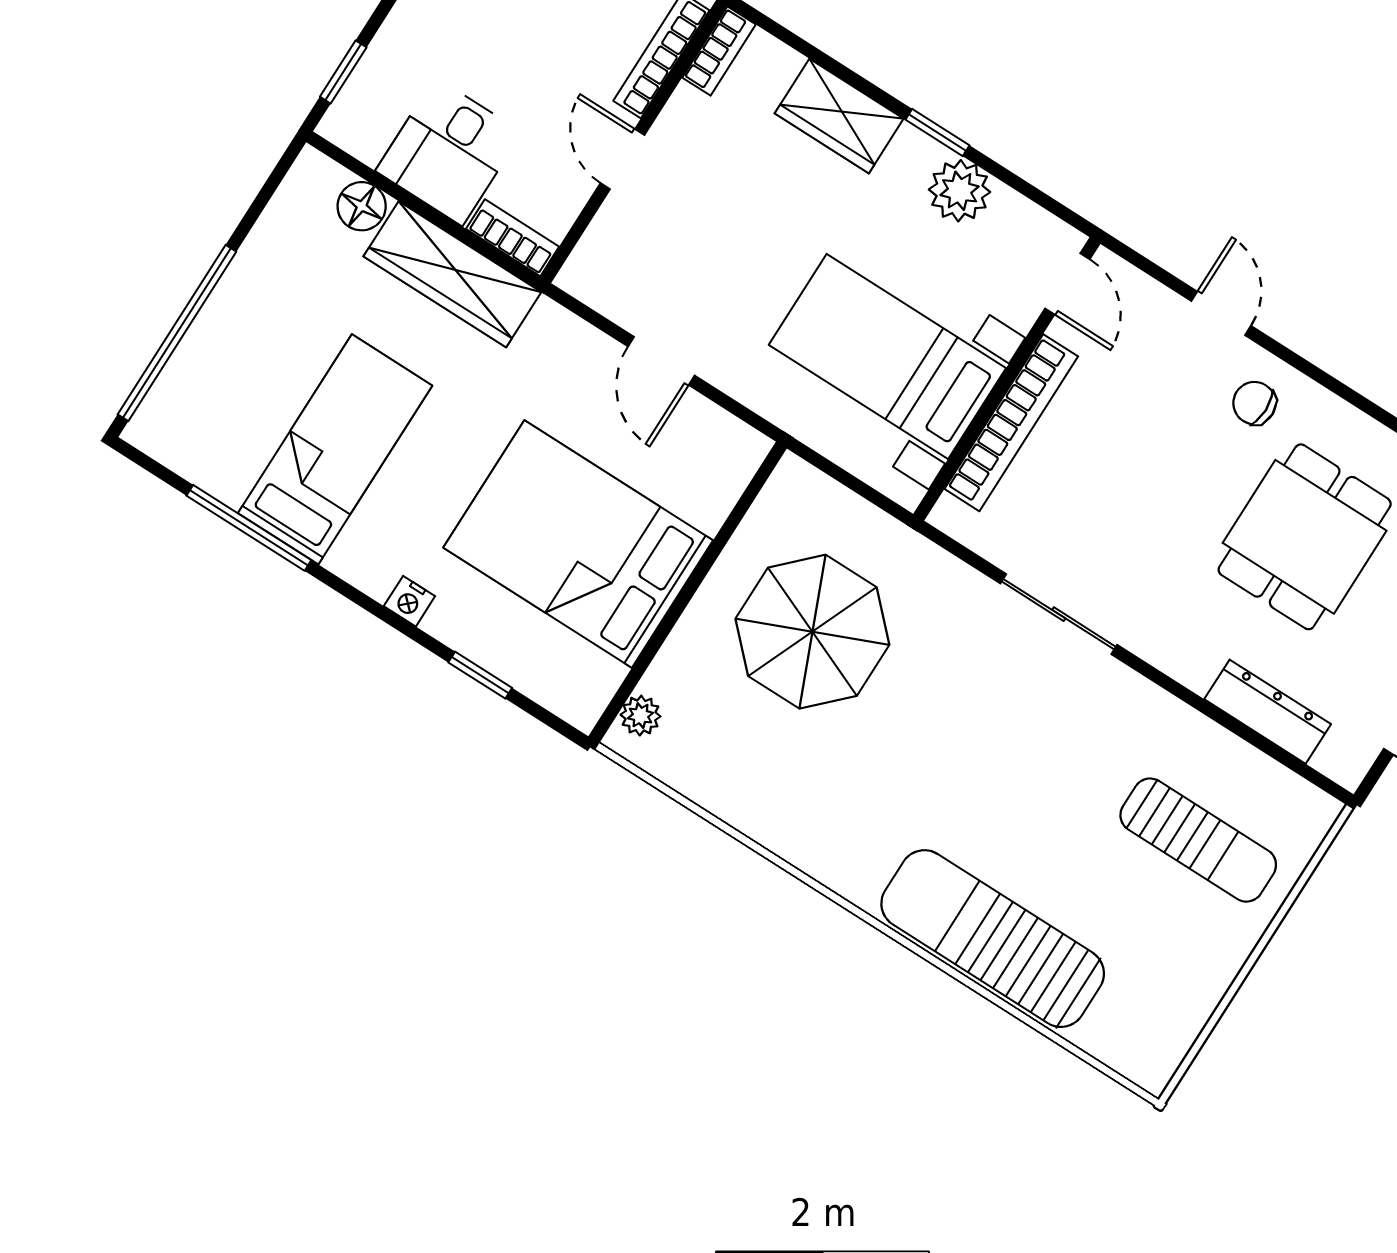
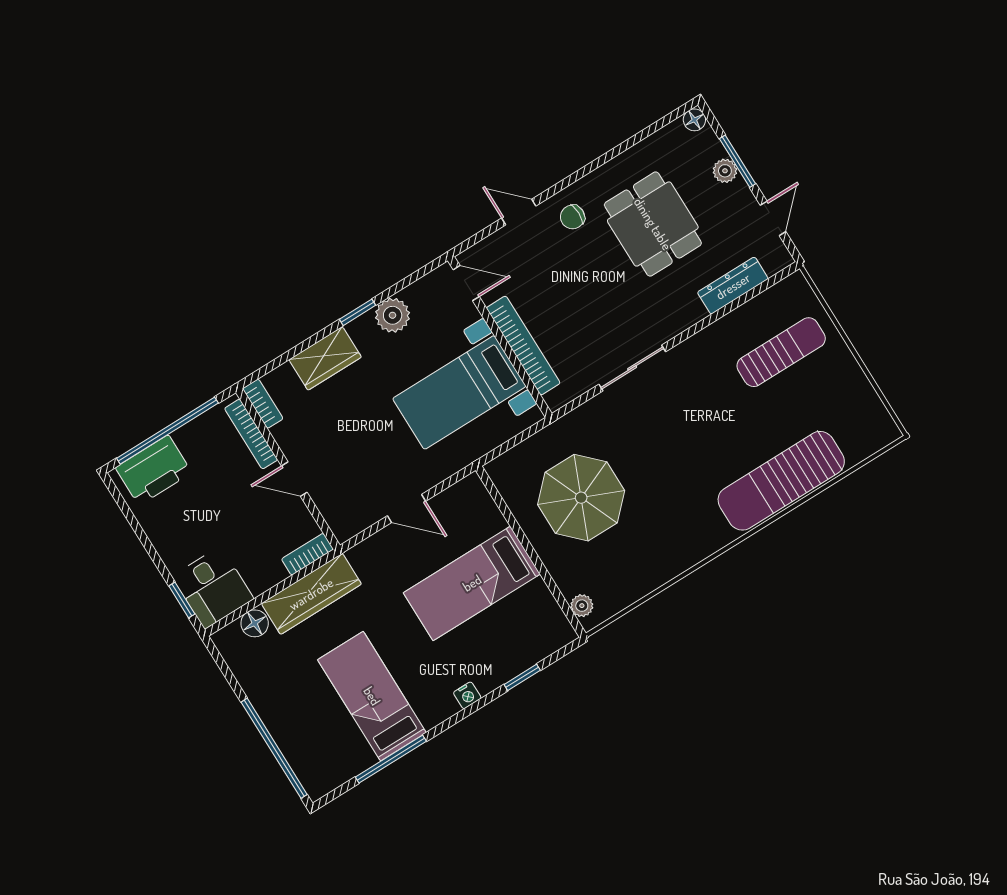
desk: (449, 152) -> (213, 588), moved
bed: (578, 544) -> (472, 583), width x0.67

